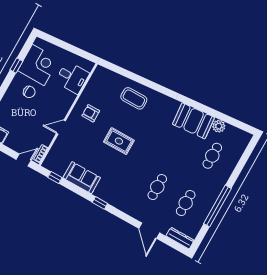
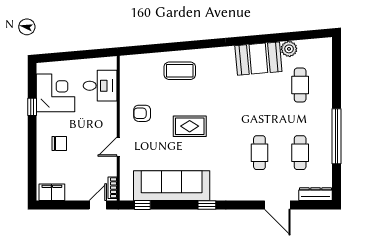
chair: (29, 92) -> (59, 143), moved
sofa: (82, 178) -> (172, 186), width x1.85, depth x1.27

